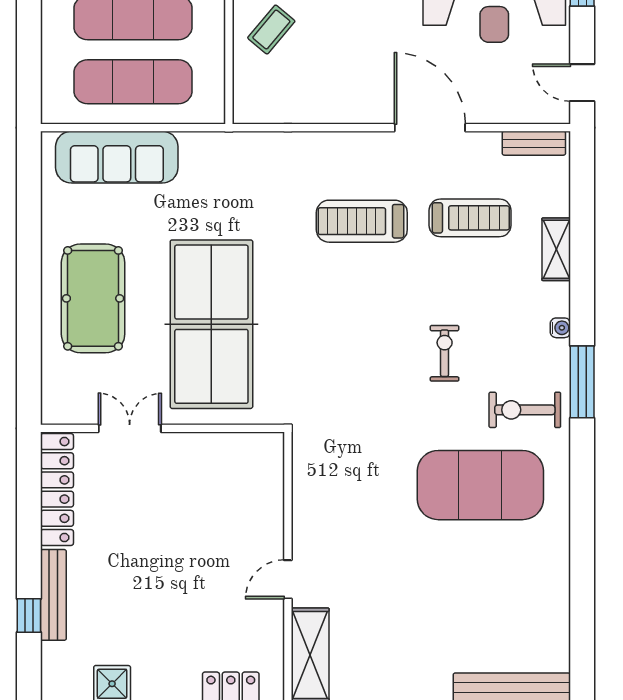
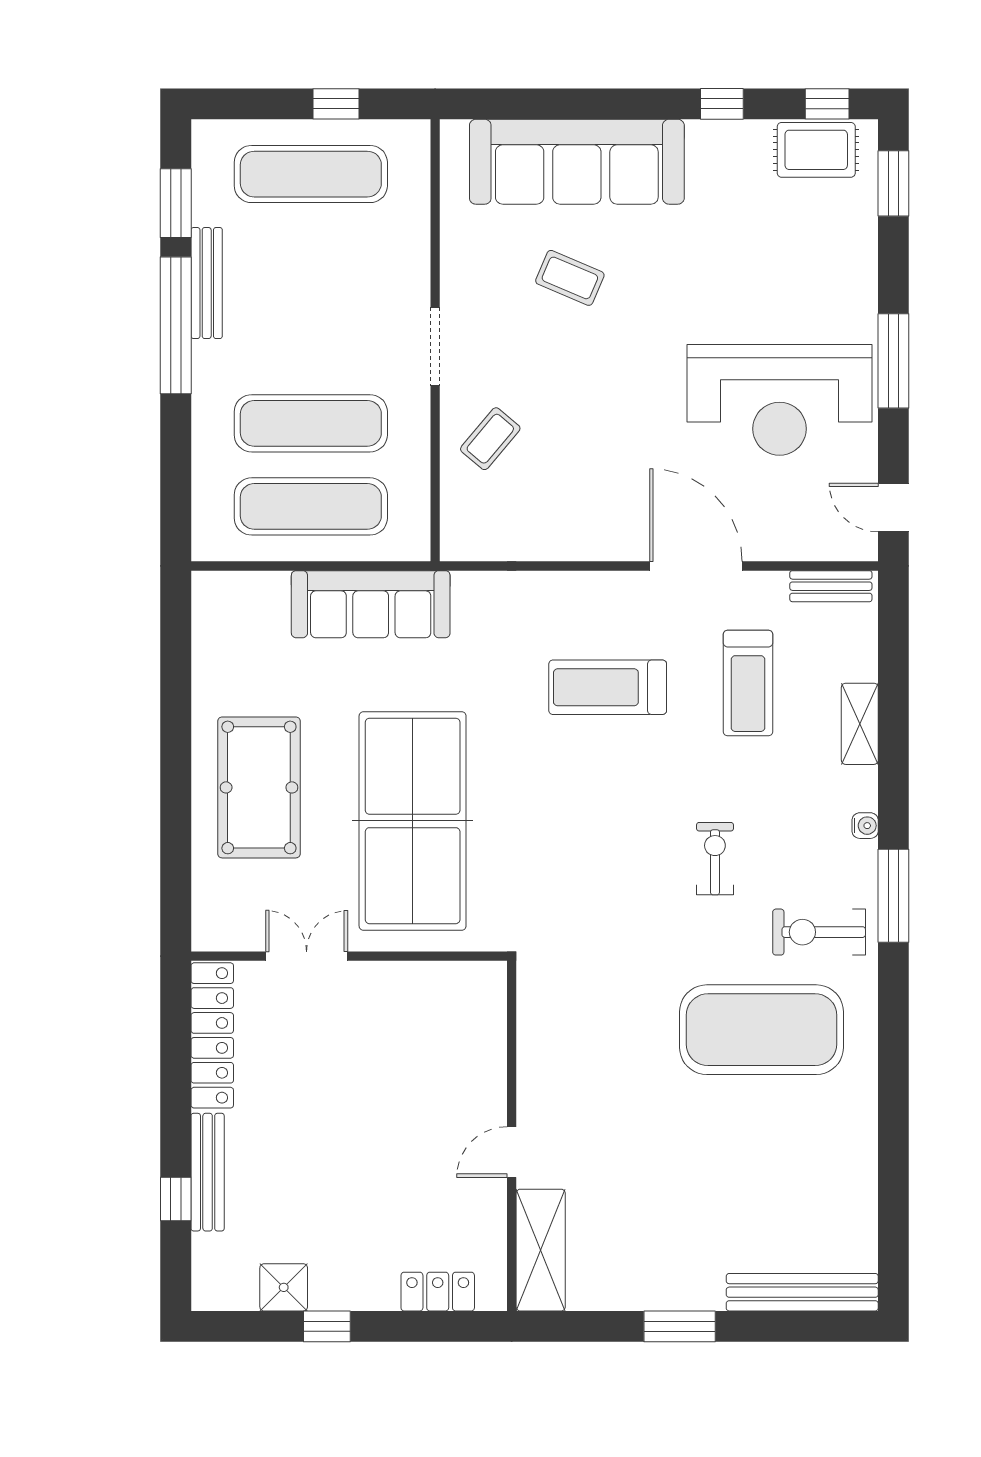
sofa: (117, 157) -> (371, 604), moved
treadmill: (470, 218) -> (748, 683), turned 90

